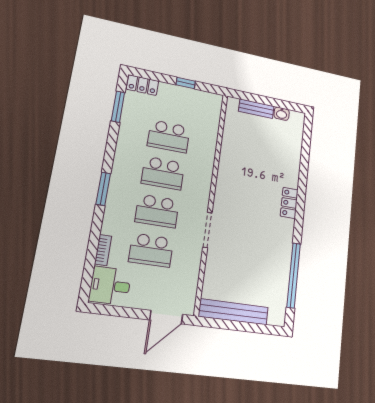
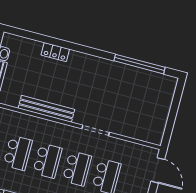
locker: (289, 203) -> (55, 52), moved
bench: (234, 312) -> (46, 109), moved, turned 90

